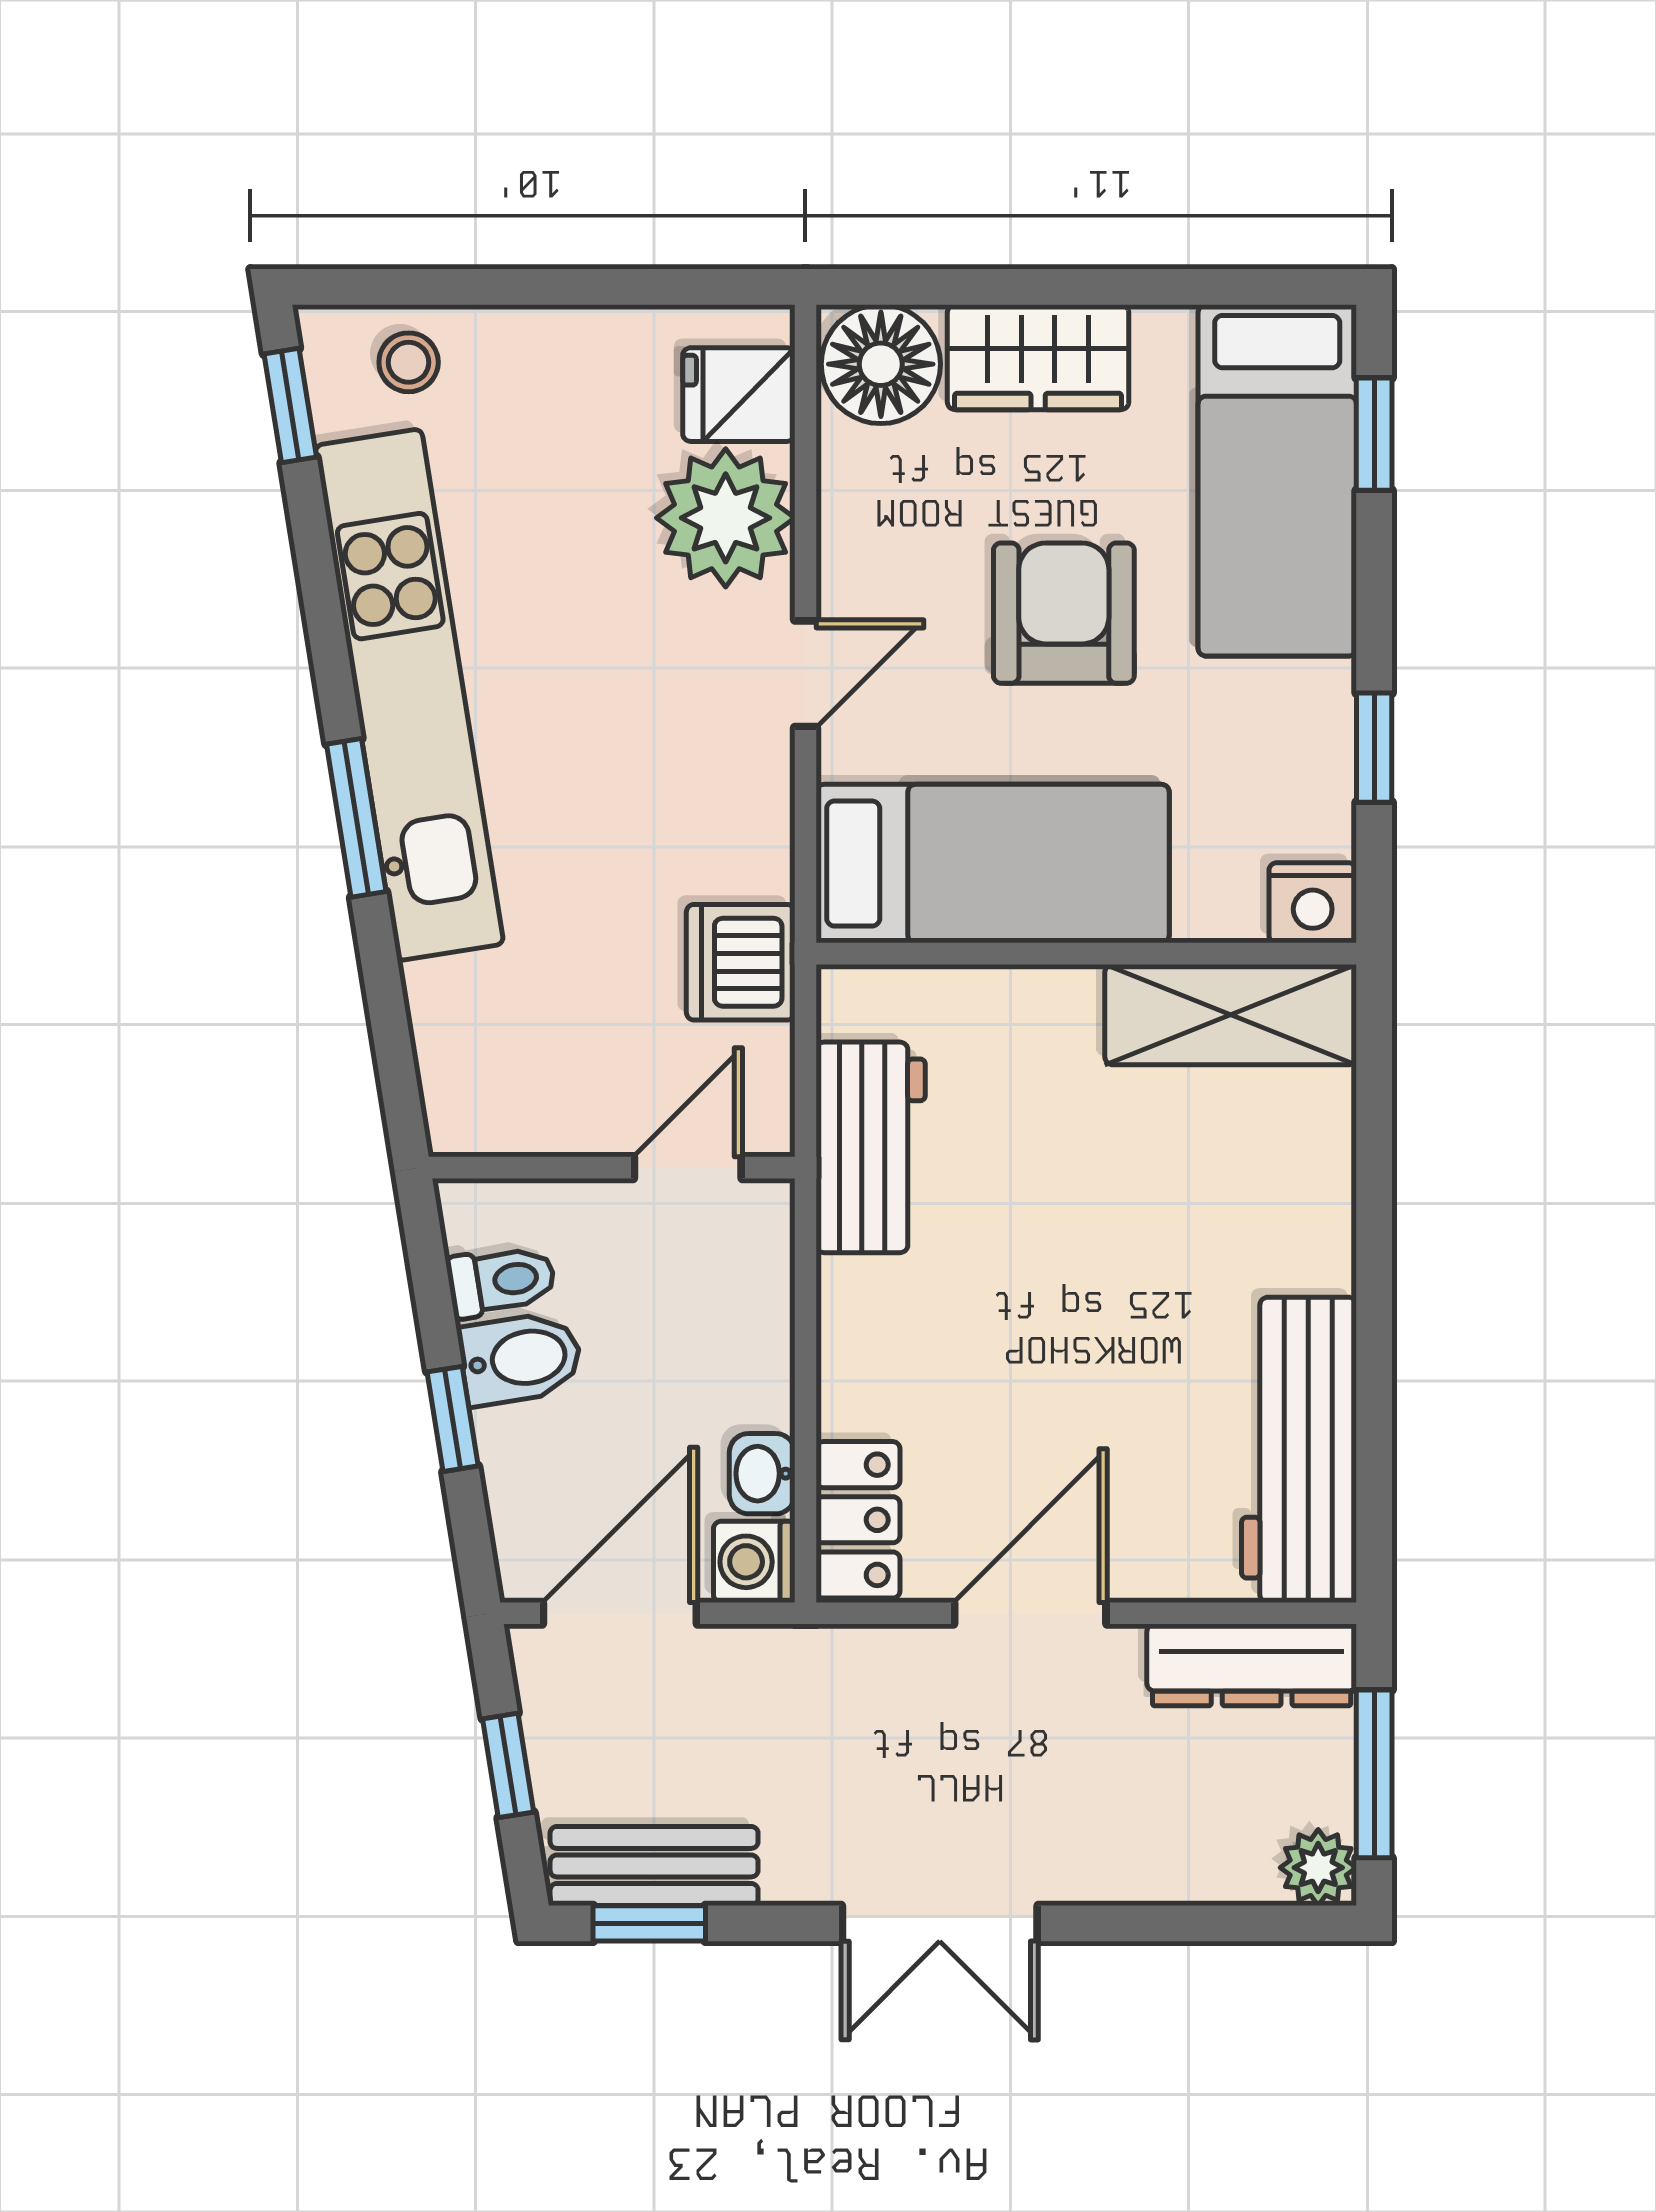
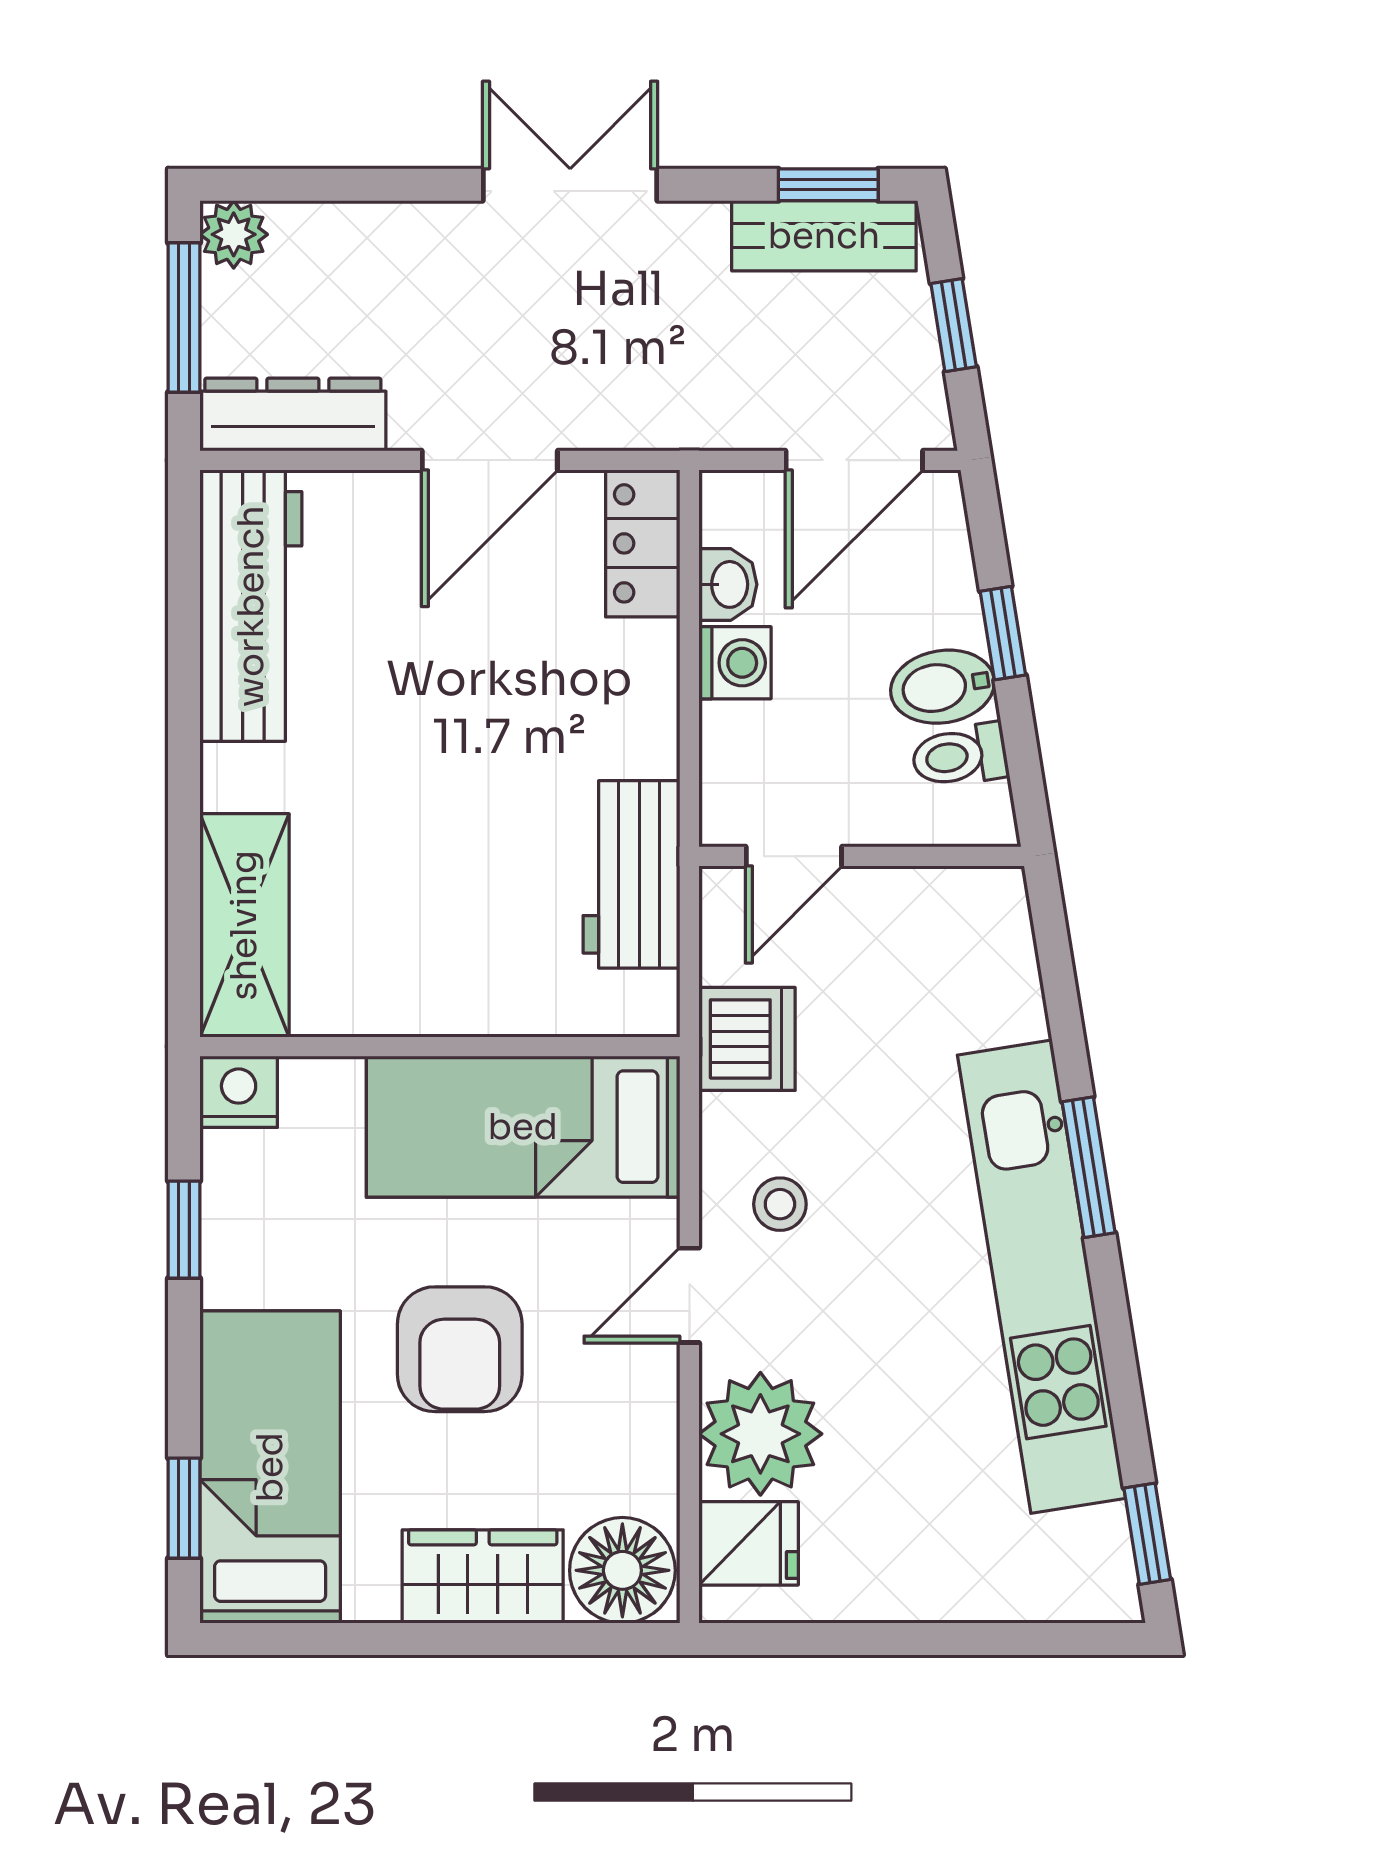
stool: (409, 362) -> (780, 1204), moved
shelving: (1231, 1015) -> (244, 925), moved, turned 90
washing machine: (754, 1562) -> (735, 663), moved

